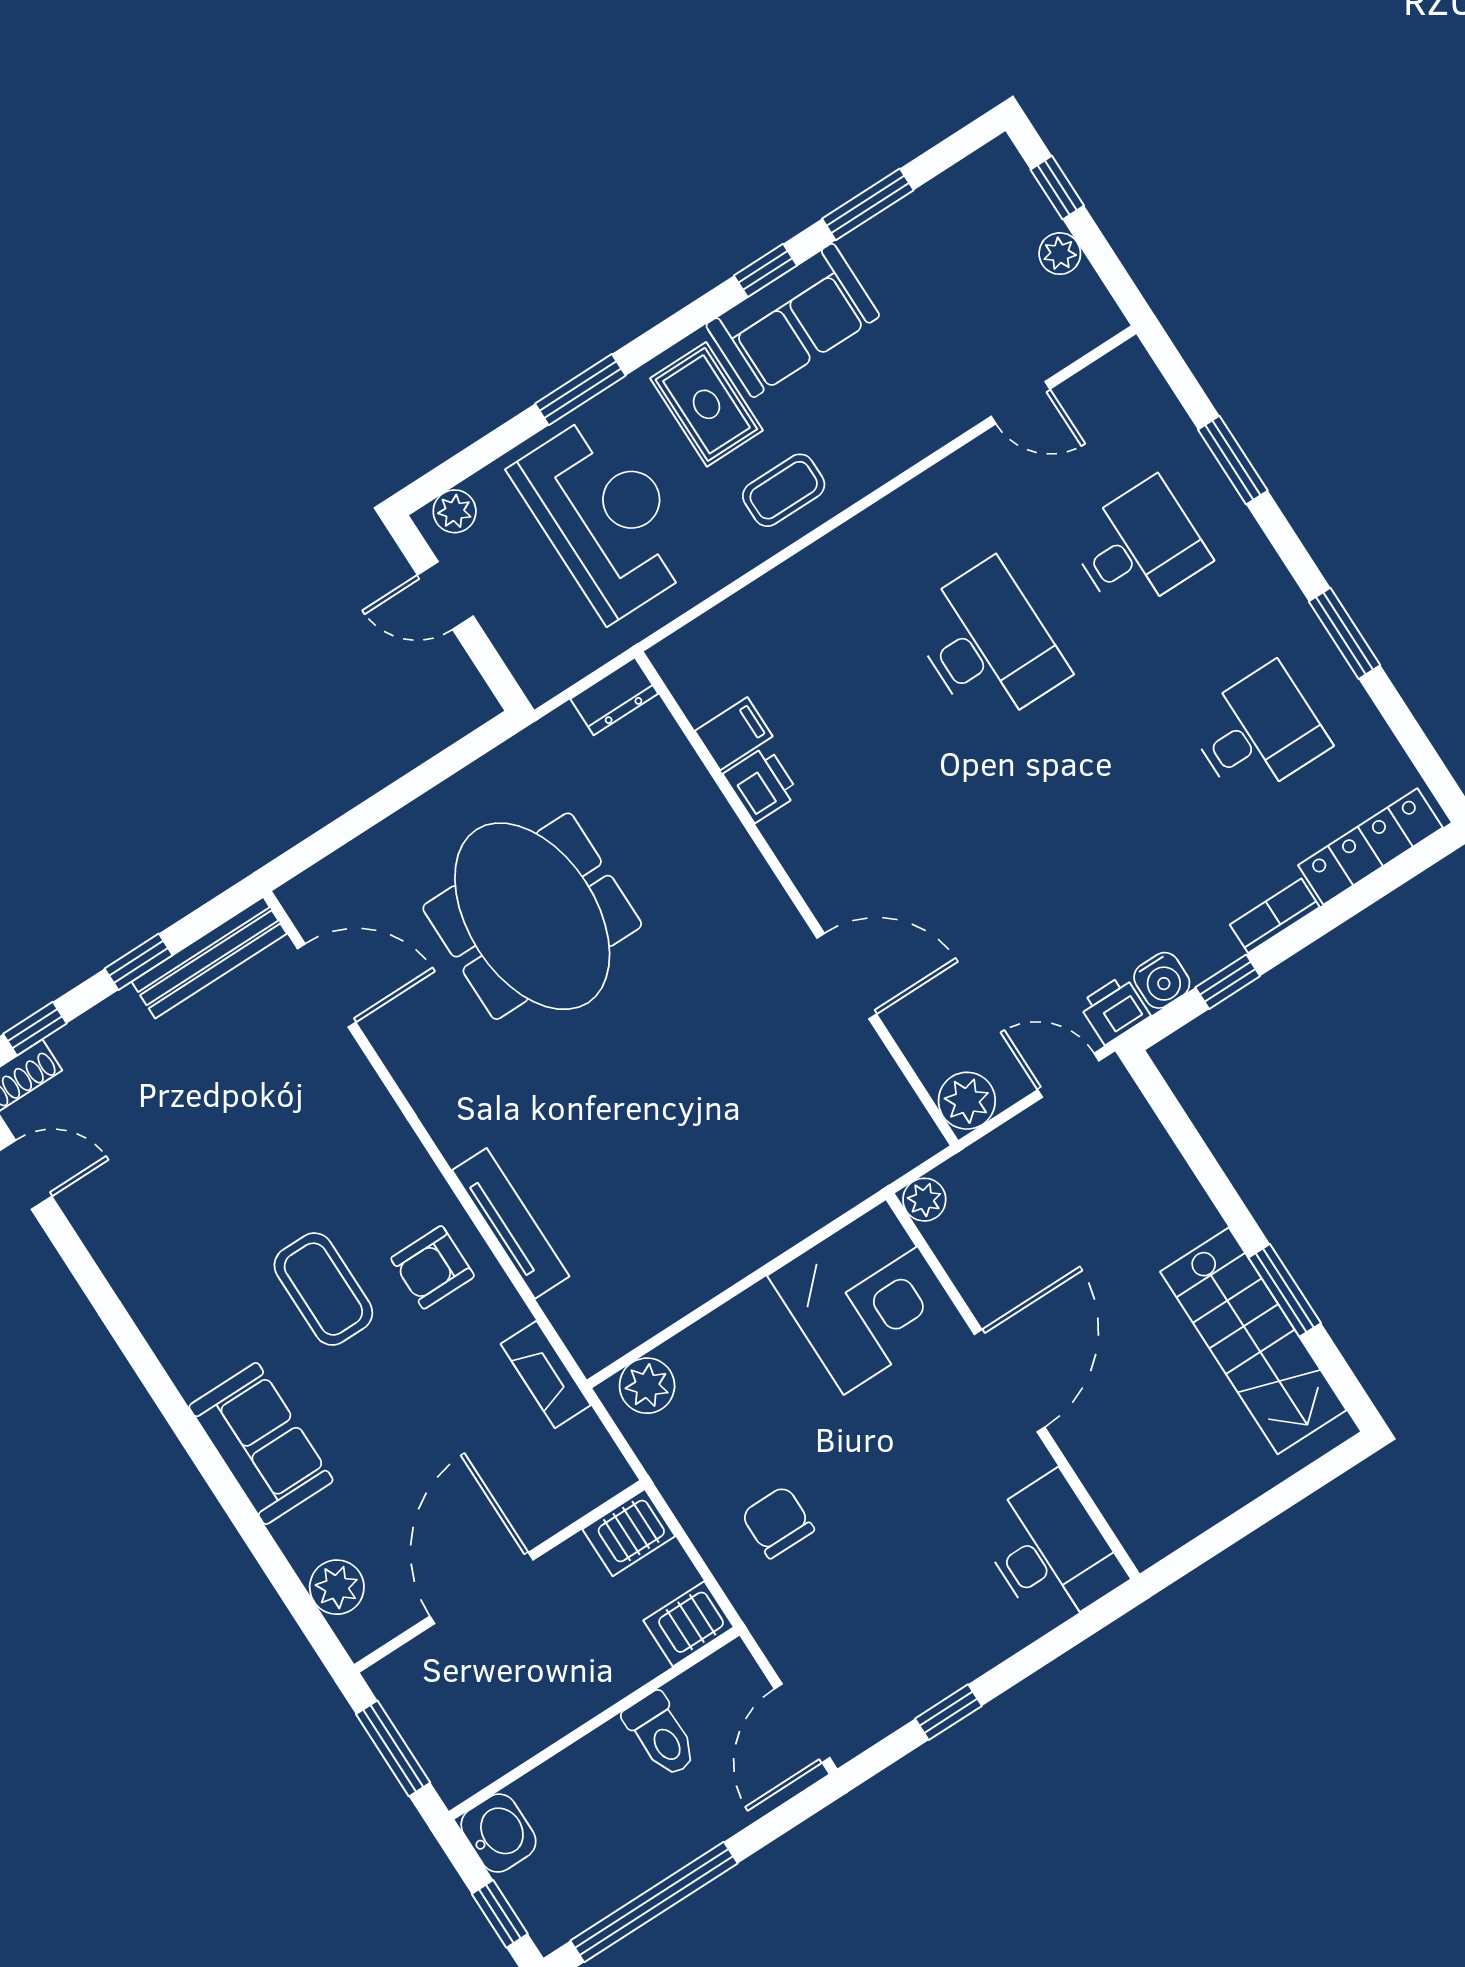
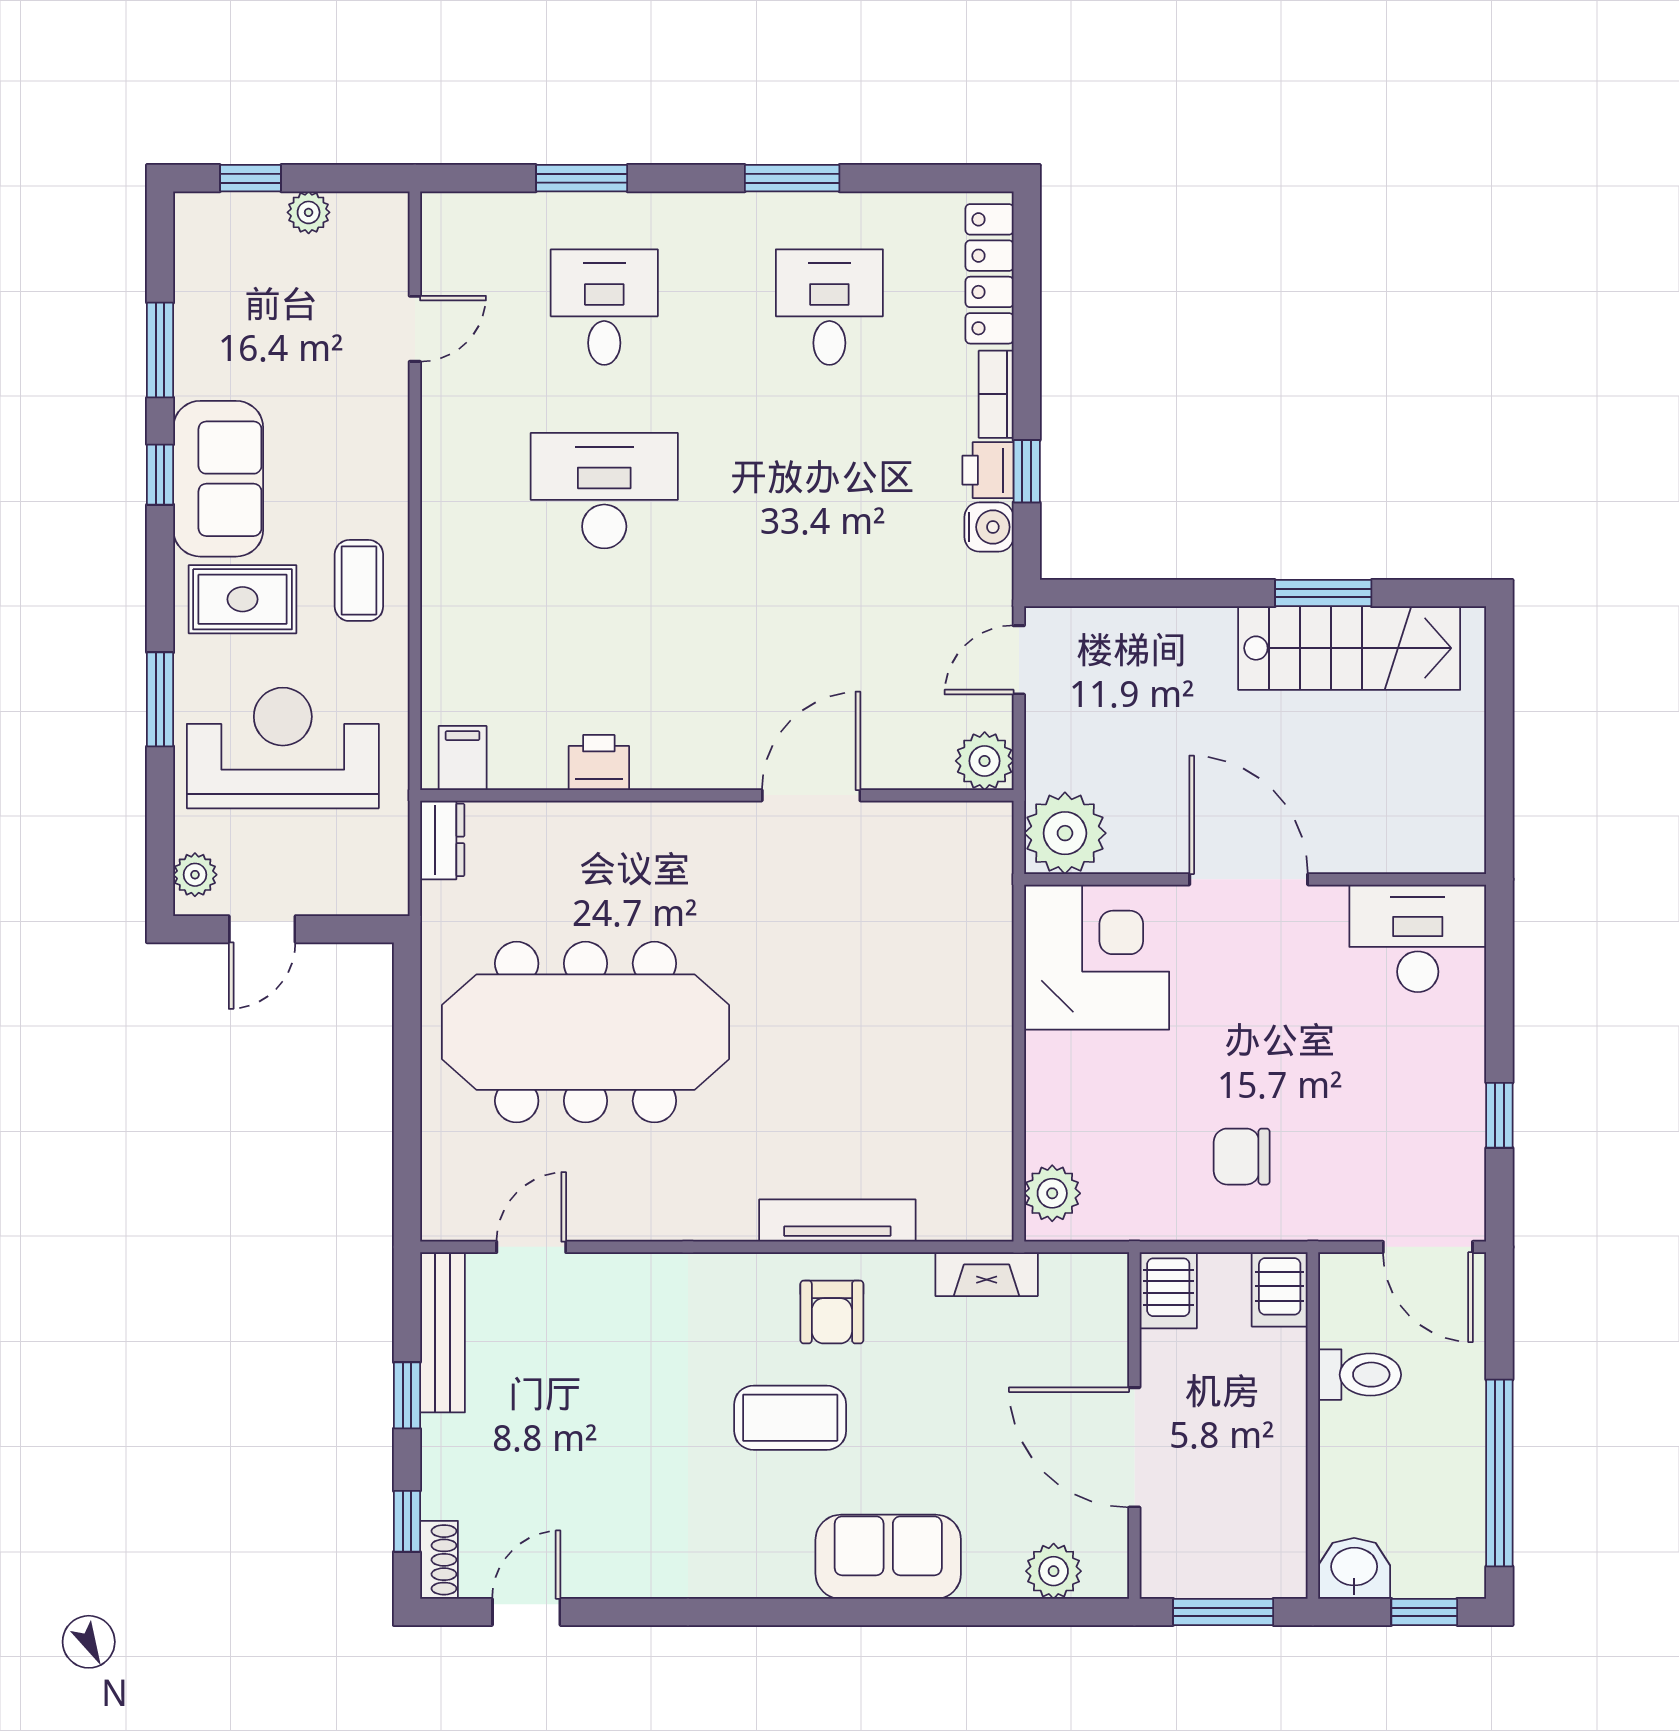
filing cabinet: (734, 734) -> (463, 758), moved
meeting table: (532, 916) -> (586, 1032), width x1.36
door: (327, 985) -> (531, 1247), width x0.73
printer: (1114, 1010) -> (988, 470), moved
plant: (924, 1200) -> (1065, 833), width x1.87, depth x1.87

